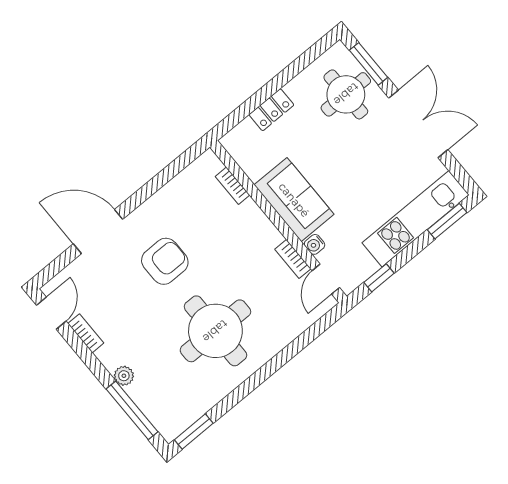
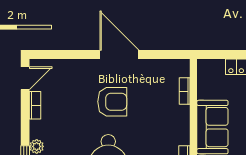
door: (98, 232) -> (119, 54), moved

